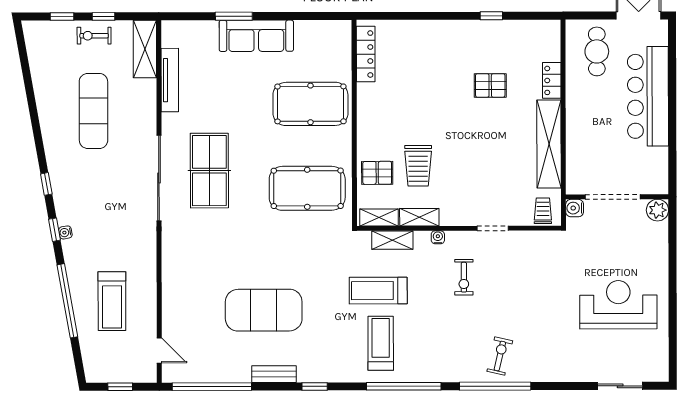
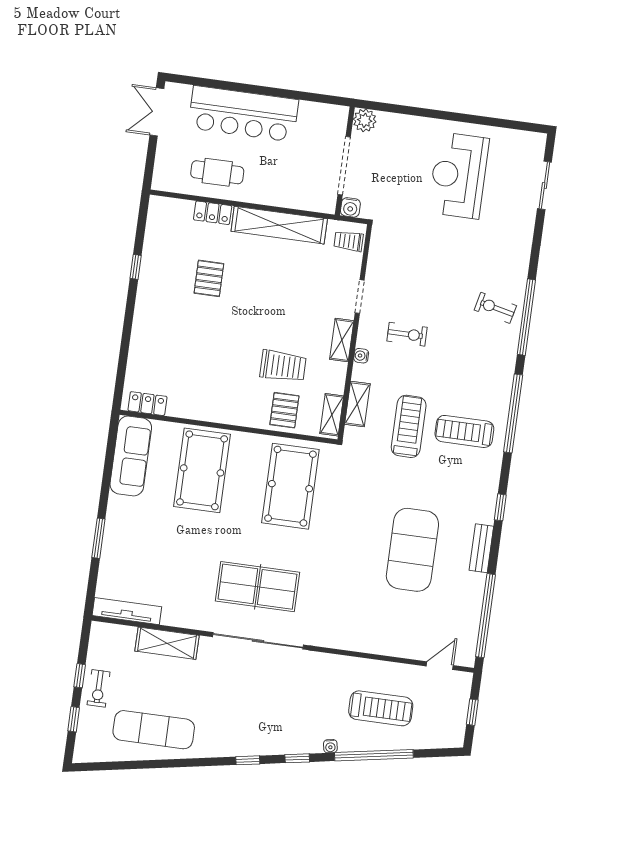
sofa: (256, 36) -> (131, 456), moved
shelving: (145, 49) -> (167, 643), moved
cafe table: (597, 51) -> (217, 172), moved
locker: (366, 54) -> (147, 404), width x0.66
tv unit: (170, 80) -> (127, 611), moved
exercise mat: (93, 111) -> (154, 730), moved
shelving: (419, 217) -> (342, 340), moved
water cooler: (65, 232) -> (330, 746), moved
treadmill: (378, 291) -> (409, 426), turned 180

